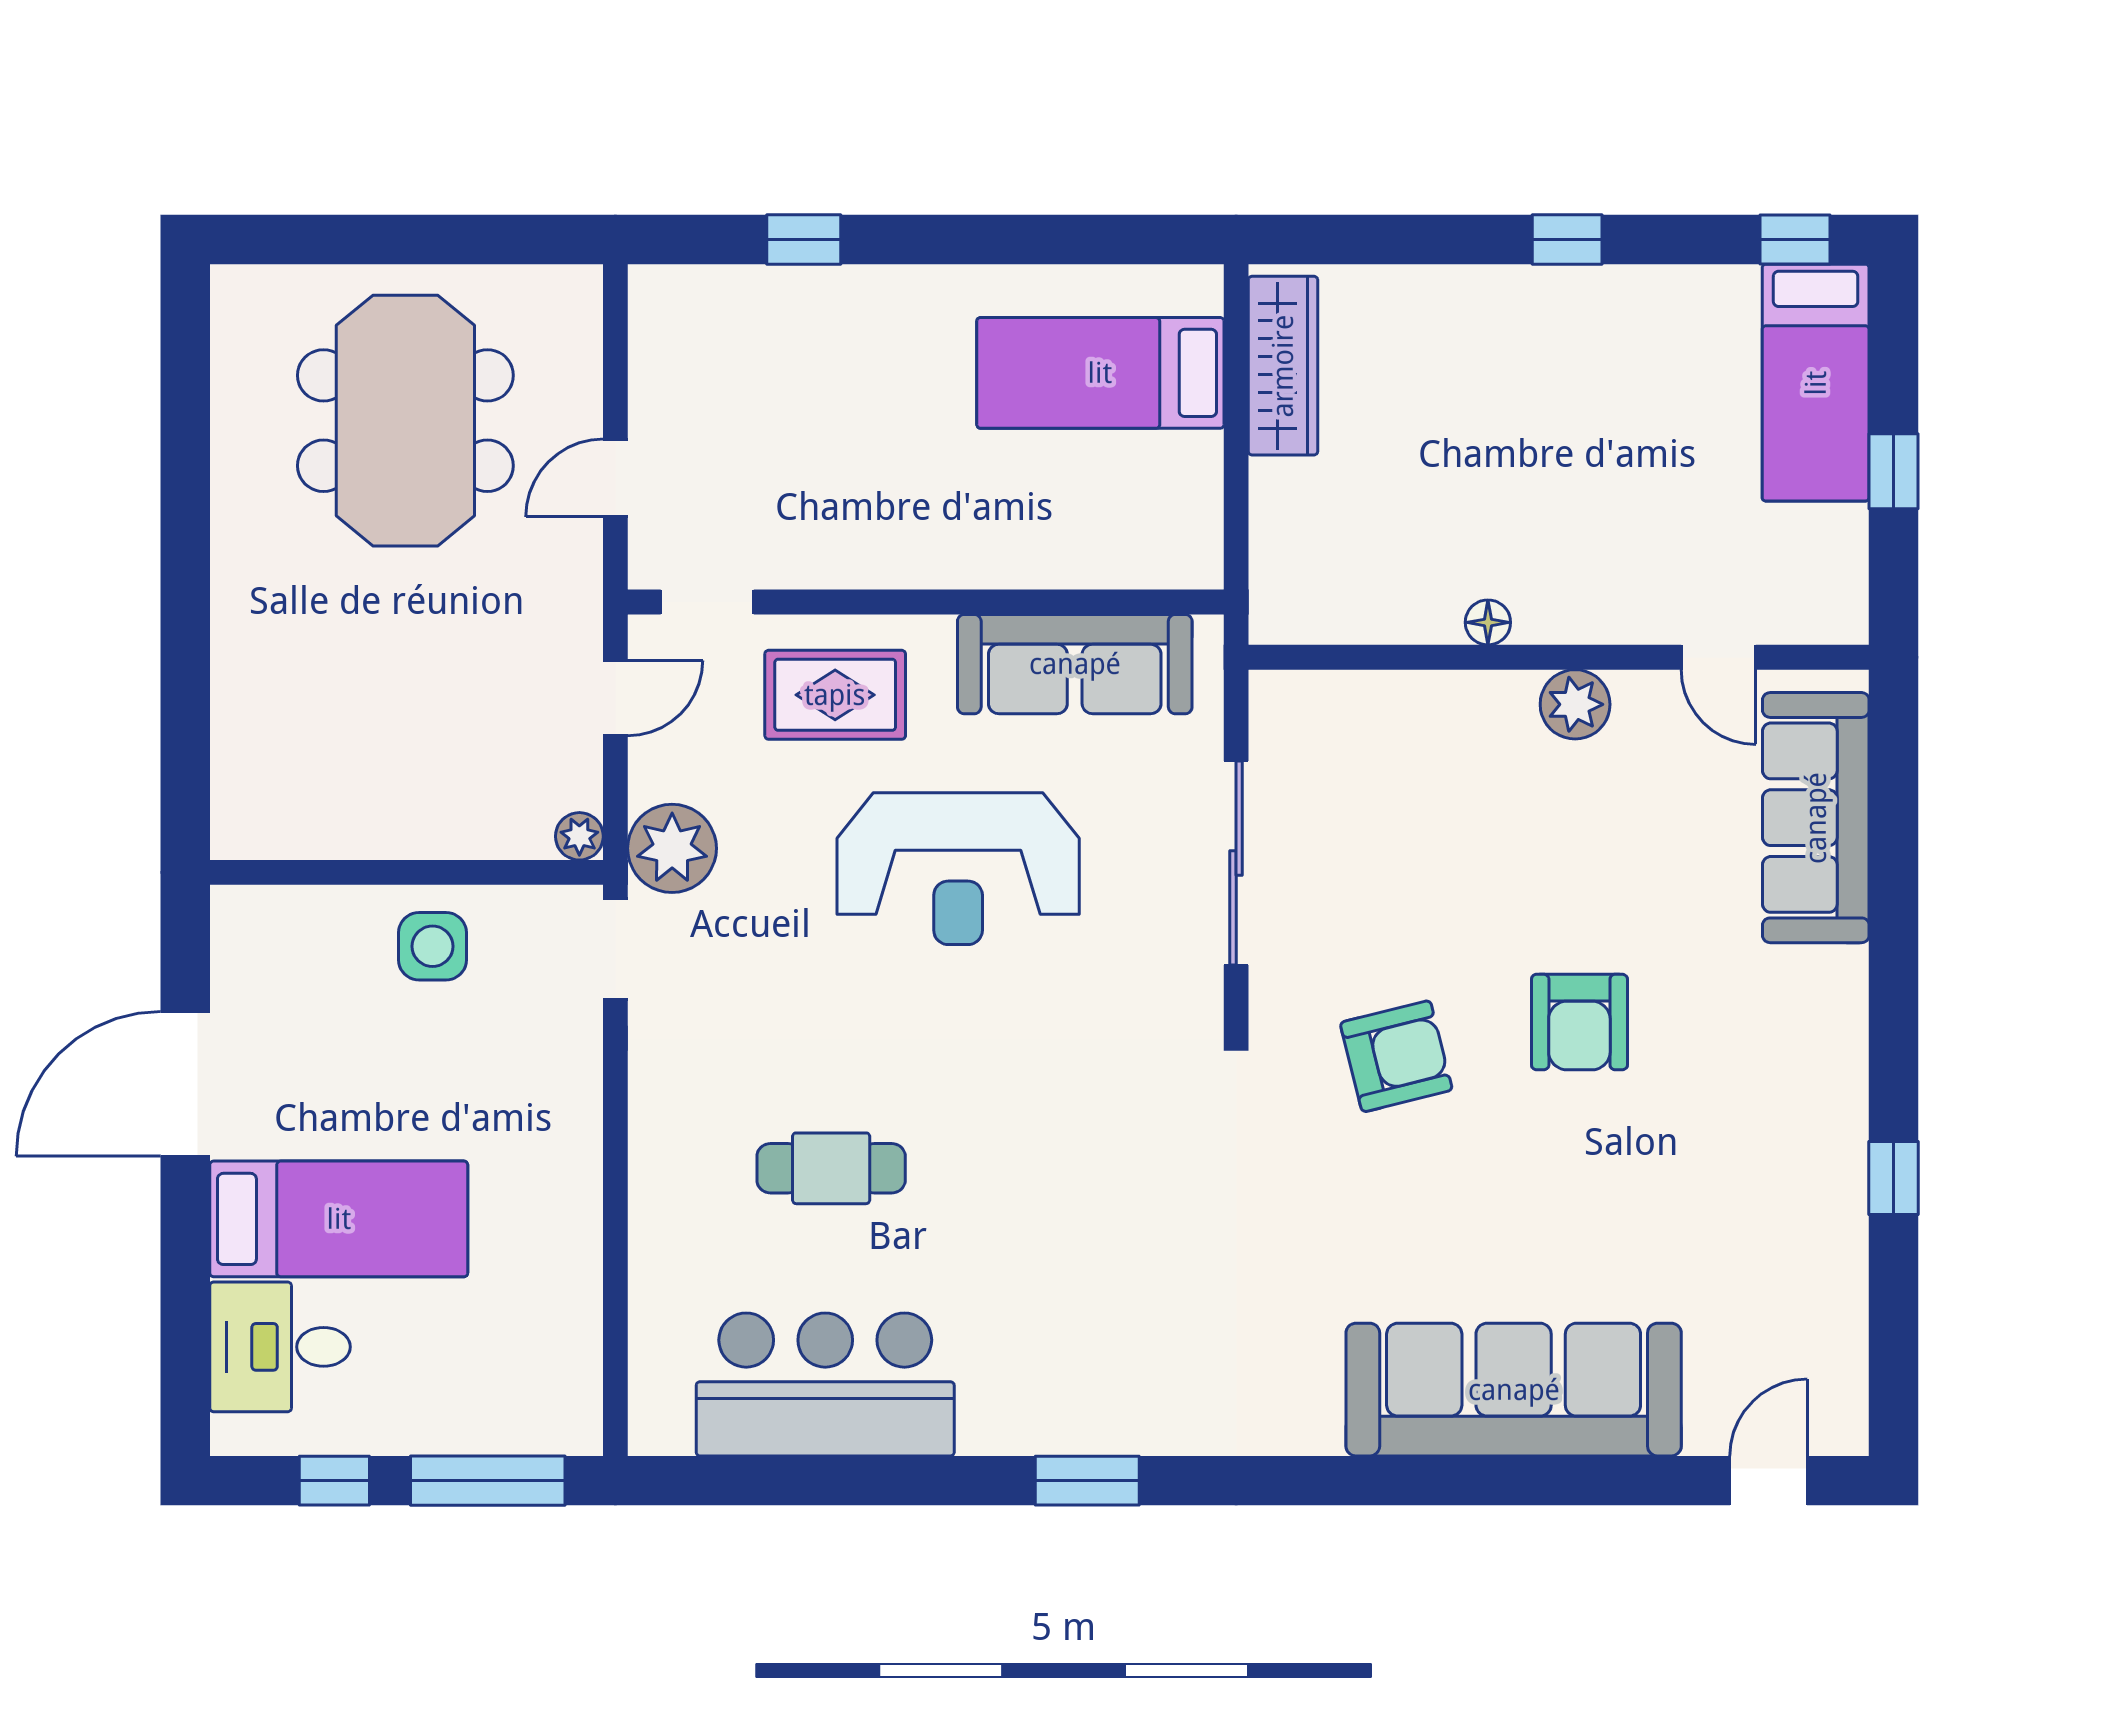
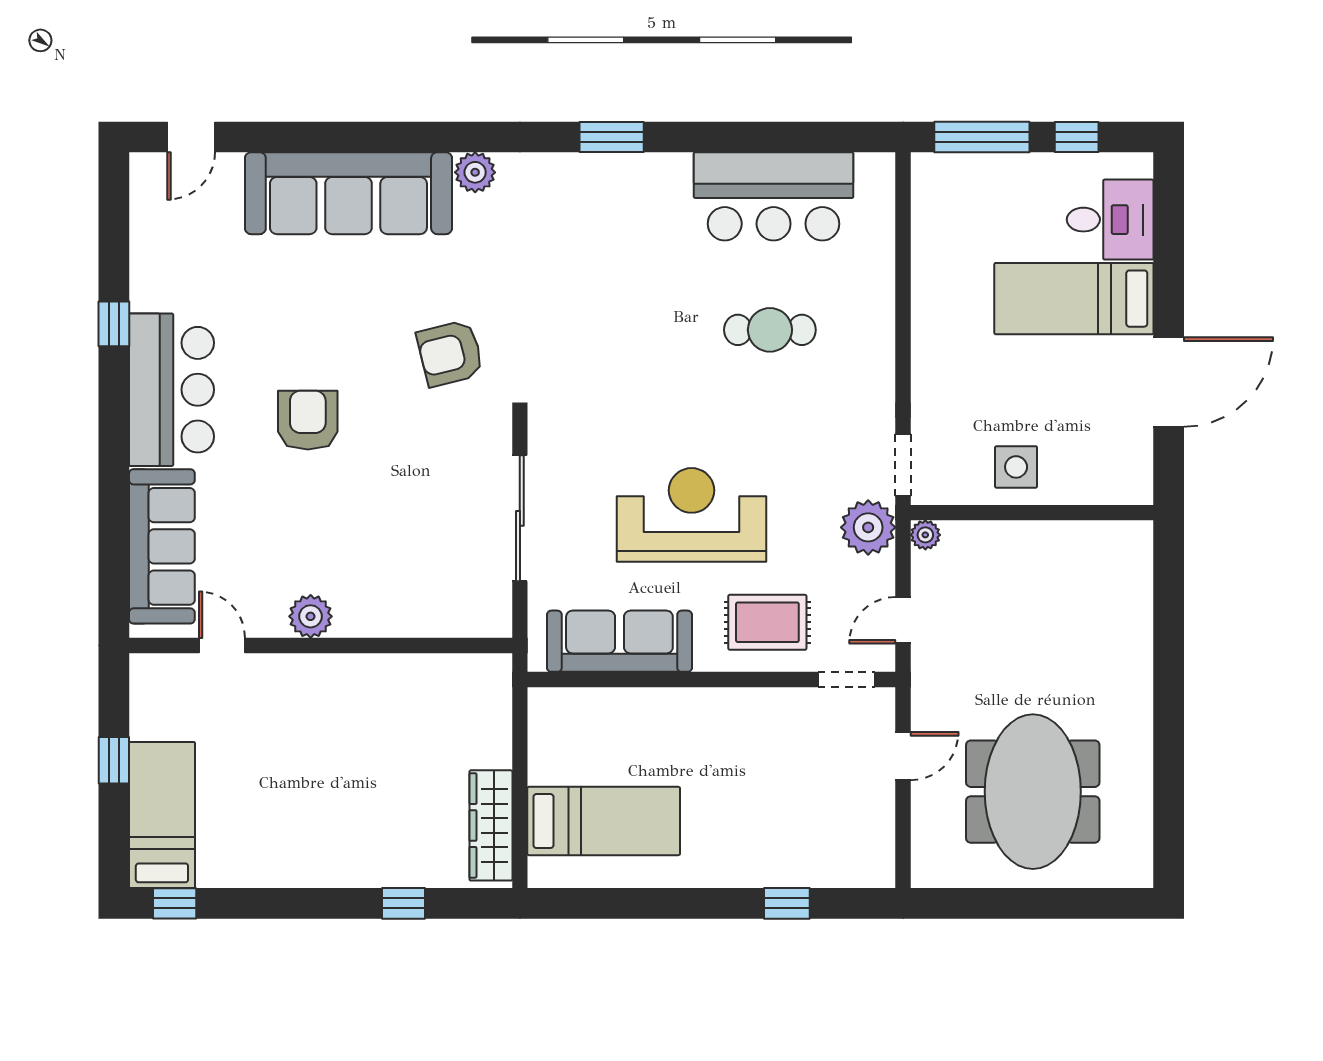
window: (1567, 239) -> (403, 903), moved
floor lamp: (1488, 622) -> (364, 667), removed
armchair: (1396, 1056) -> (450, 353), moved
bar counter: (1800, 1071) -> (171, 390), added
plant: (1309, 1423) -> (475, 172), added

